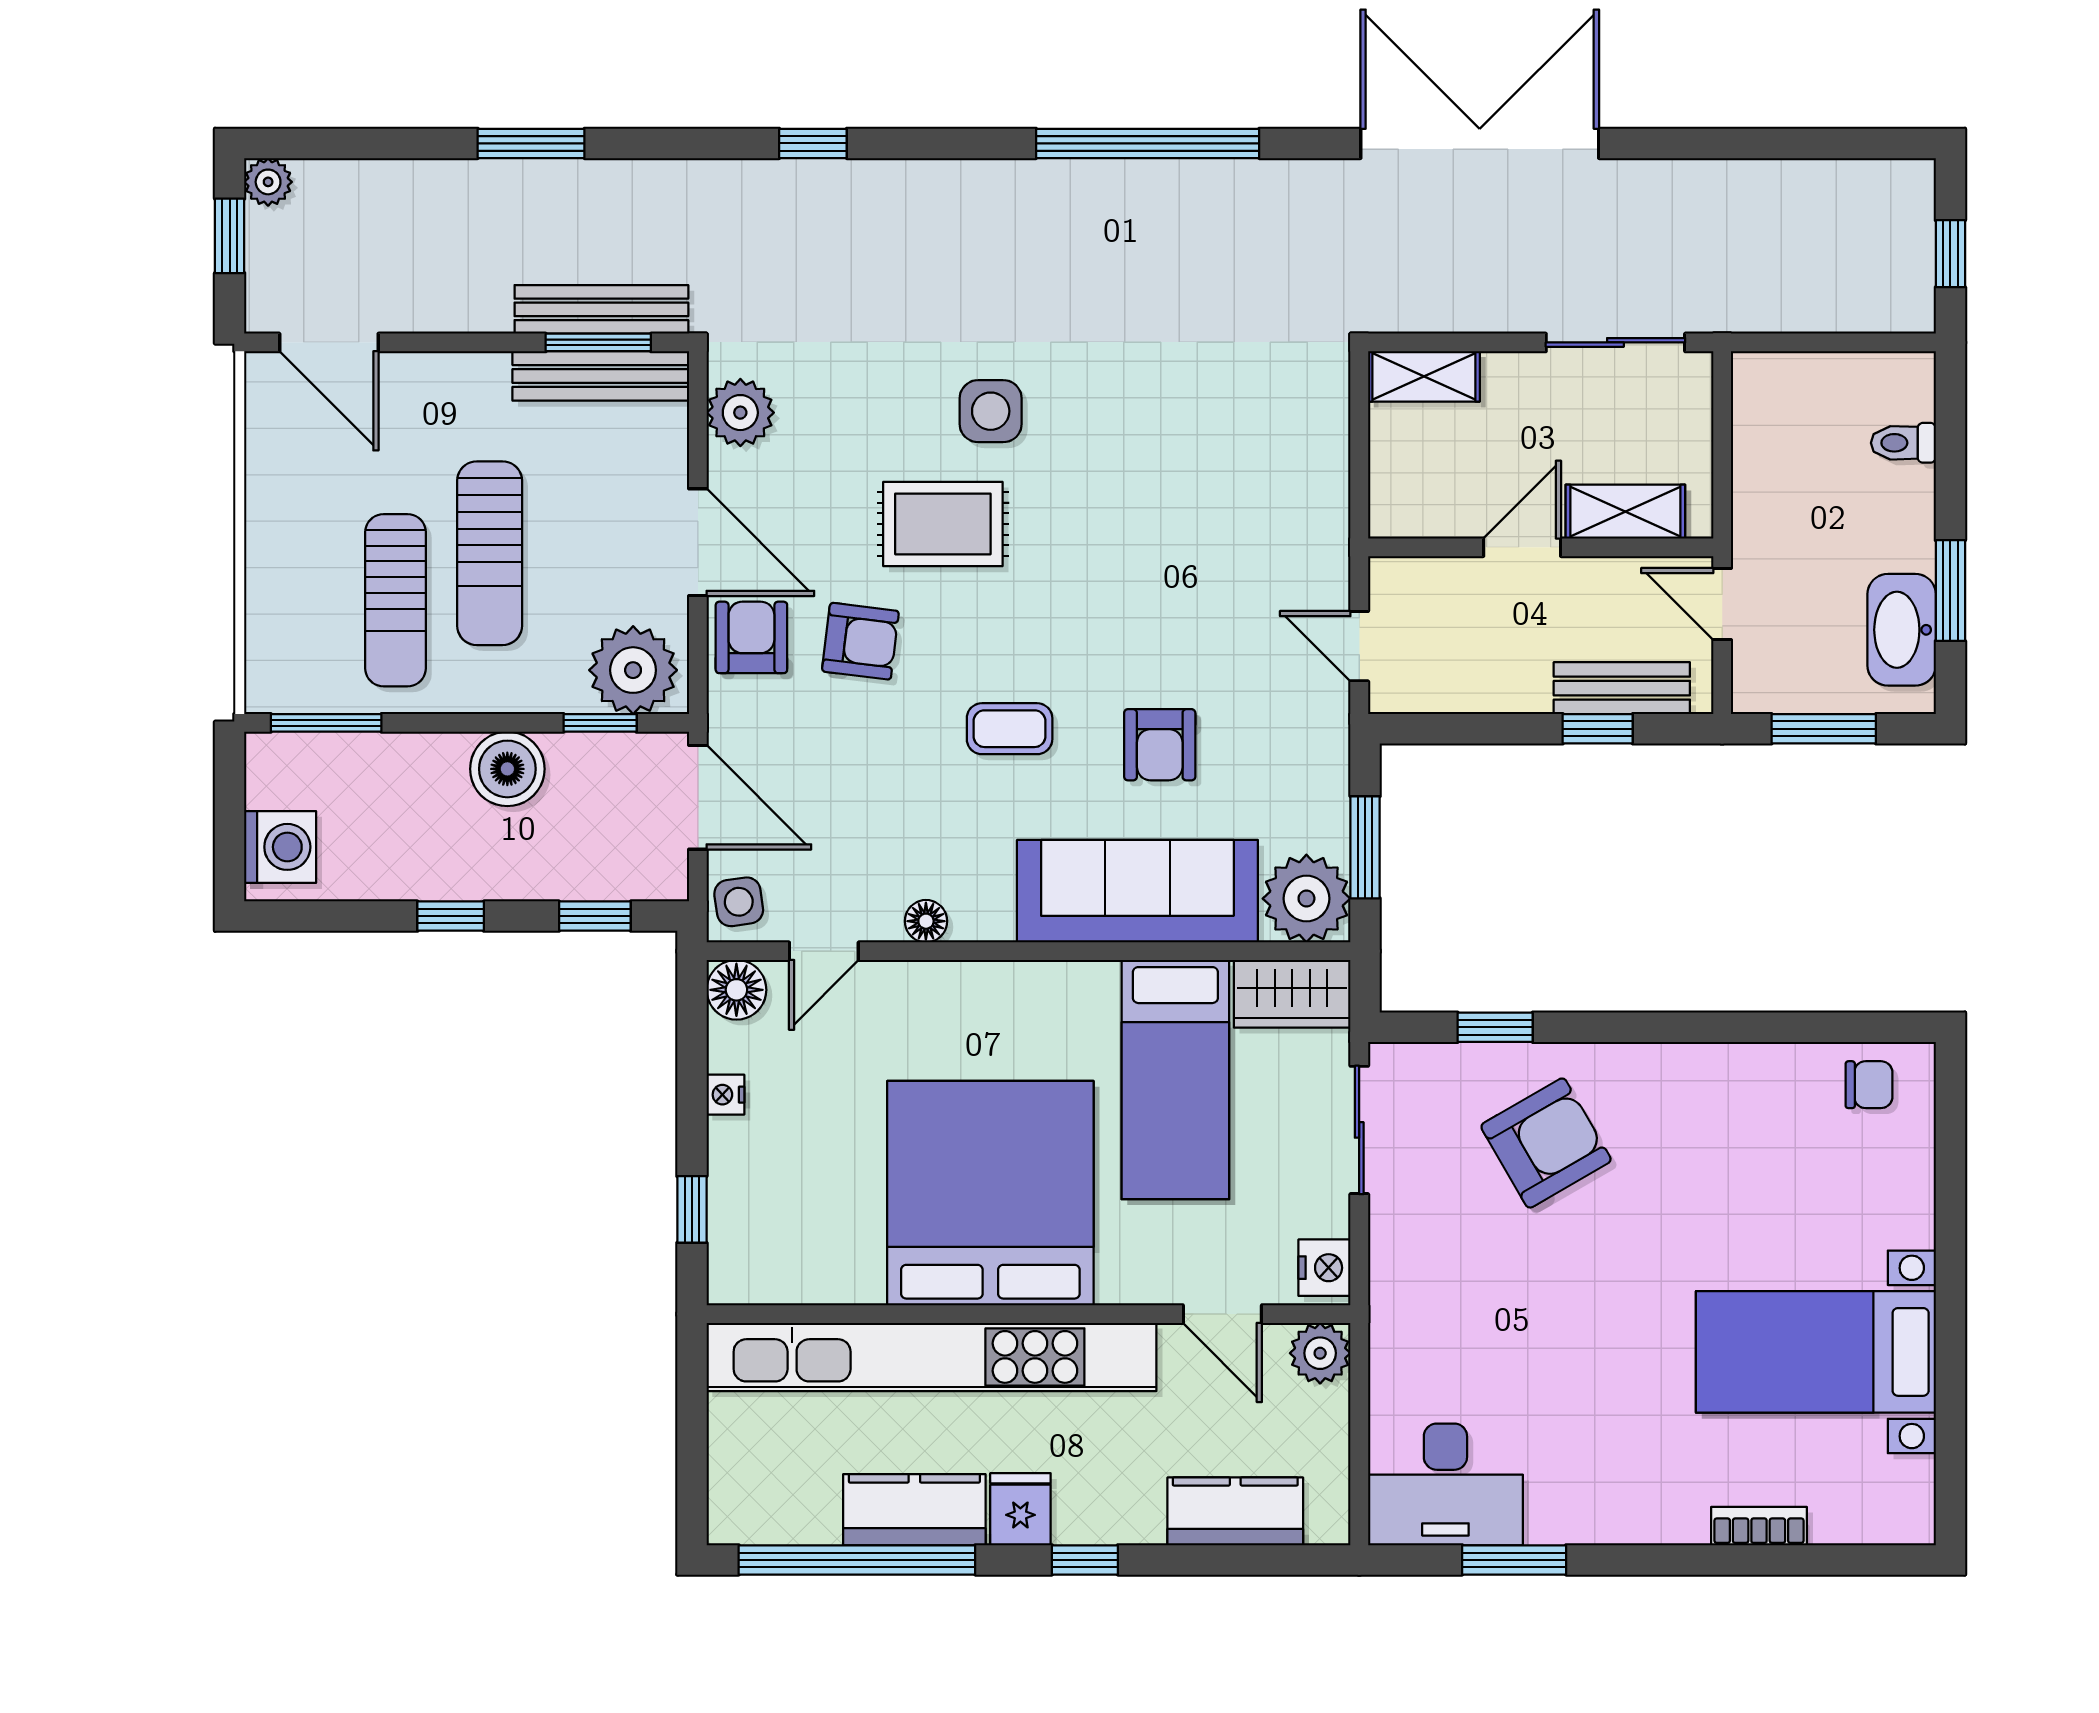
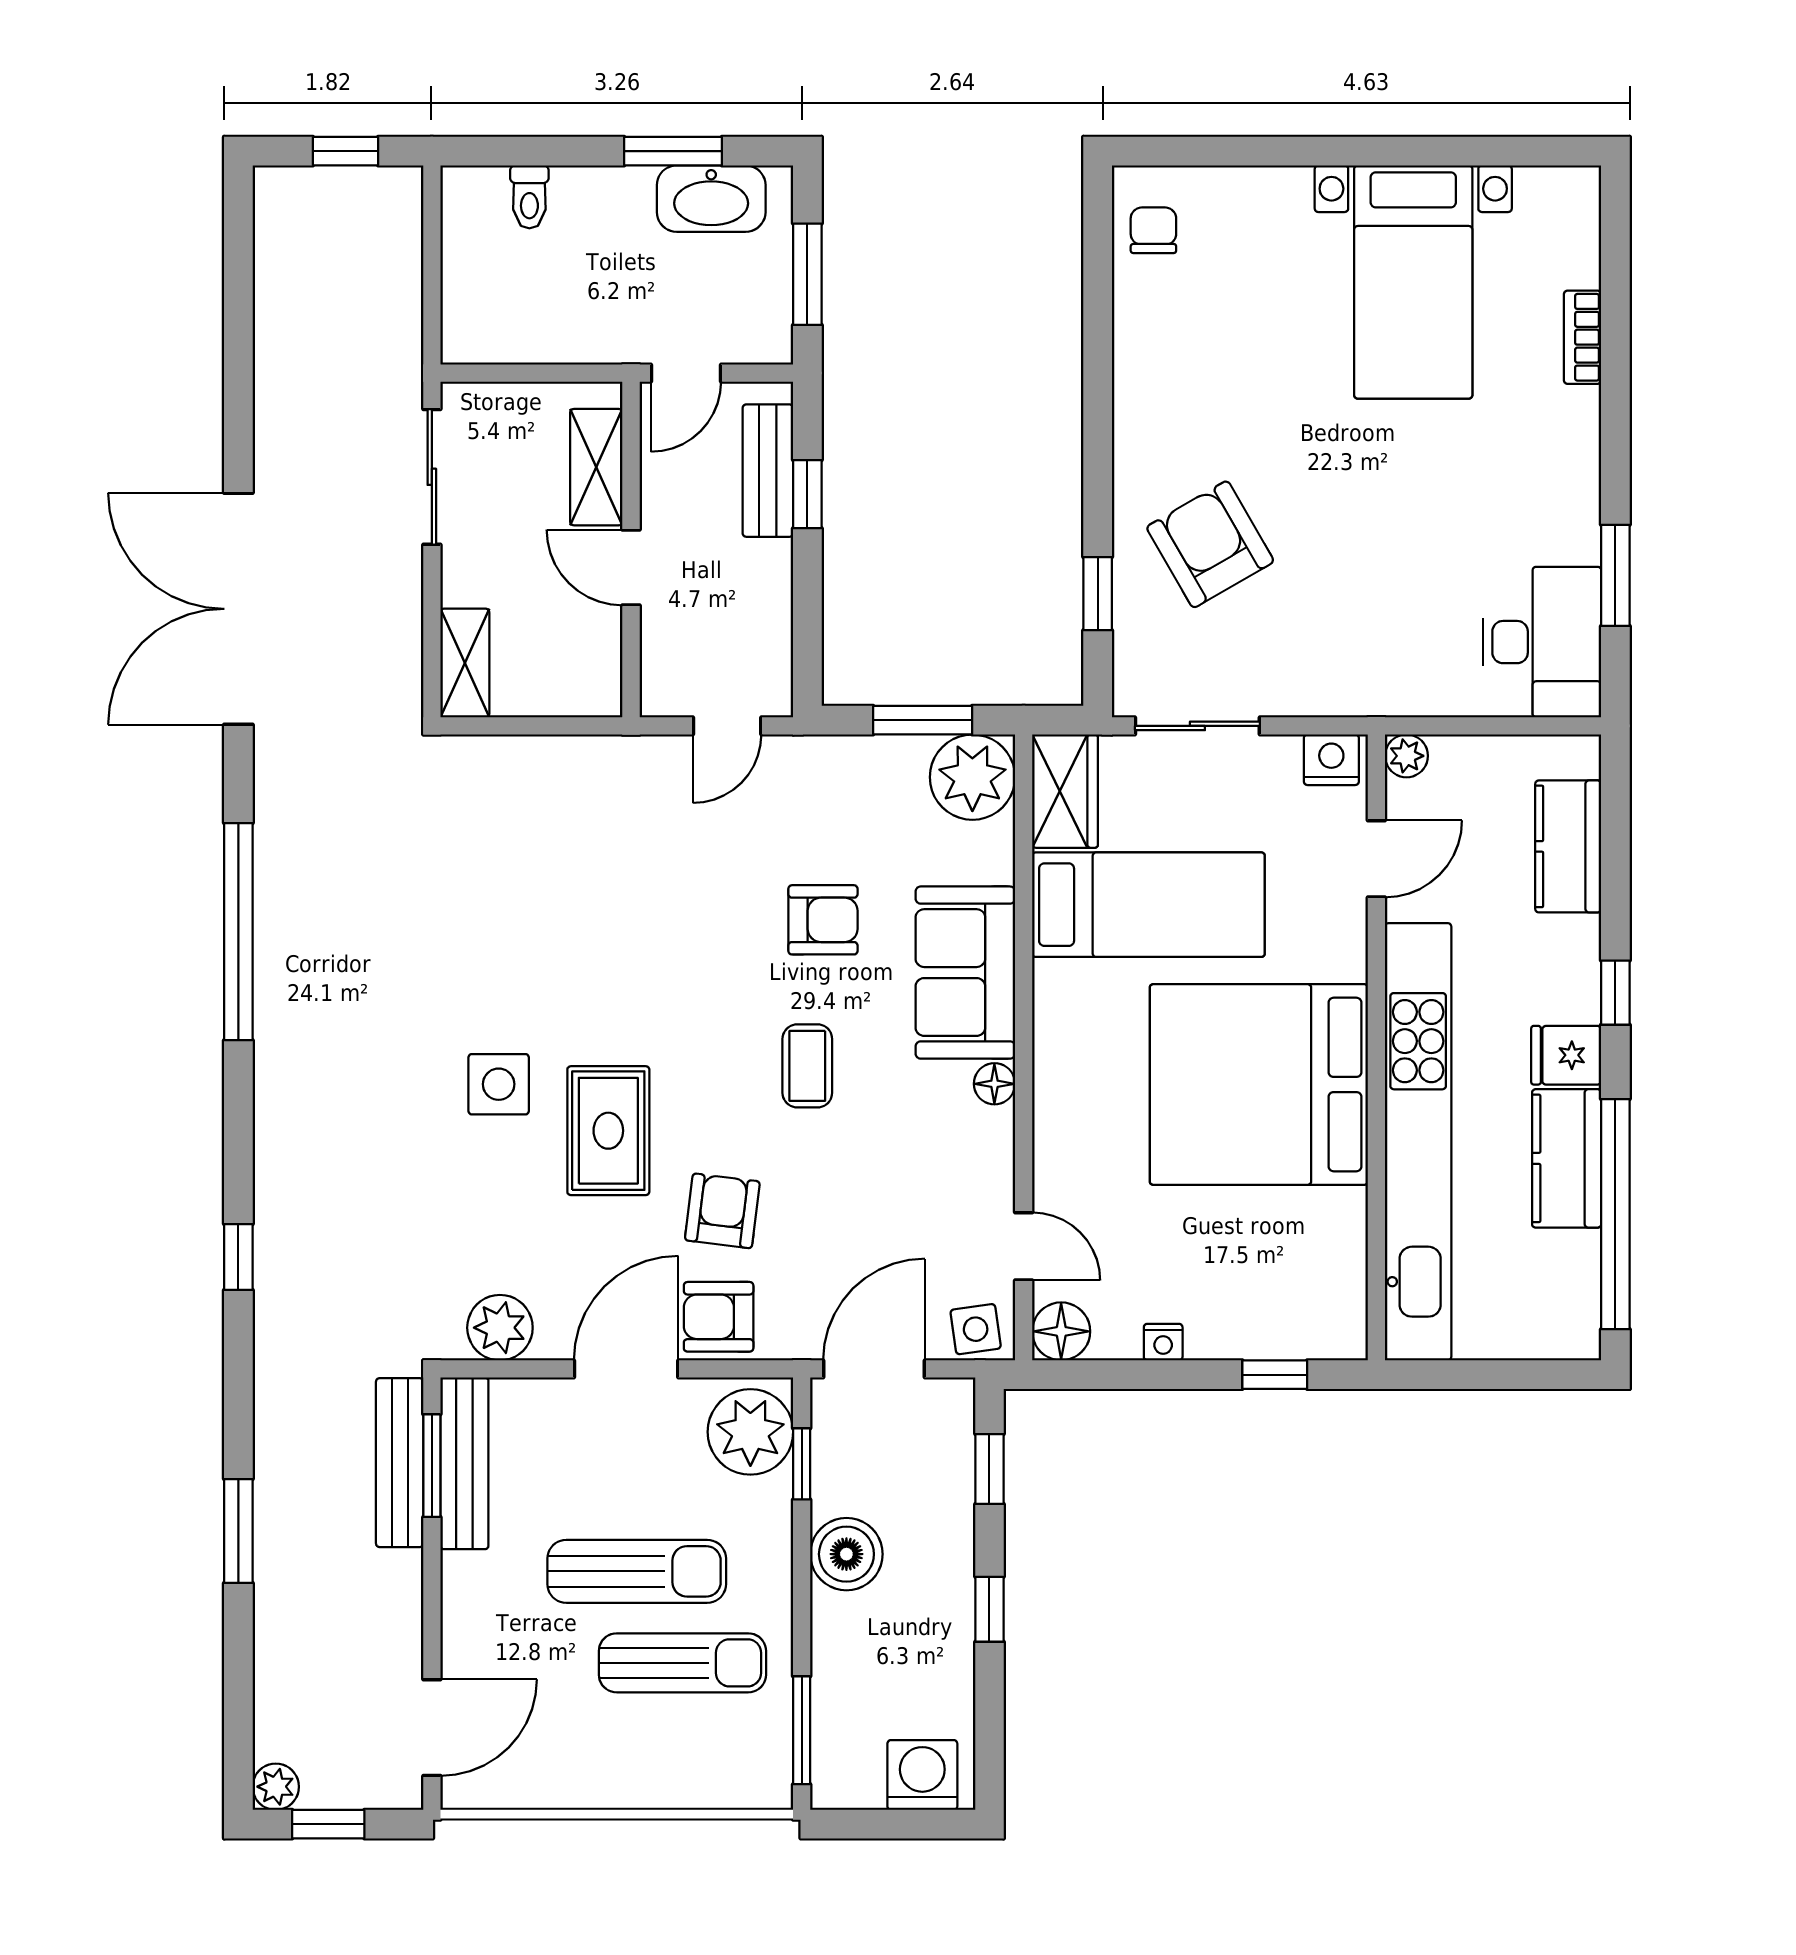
sofa: (1137, 891) -> (965, 973), width x0.73
floor lamp: (926, 921) -> (994, 1084), moved
plant: (1320, 1353) -> (1406, 756), width x0.73, depth x0.73

